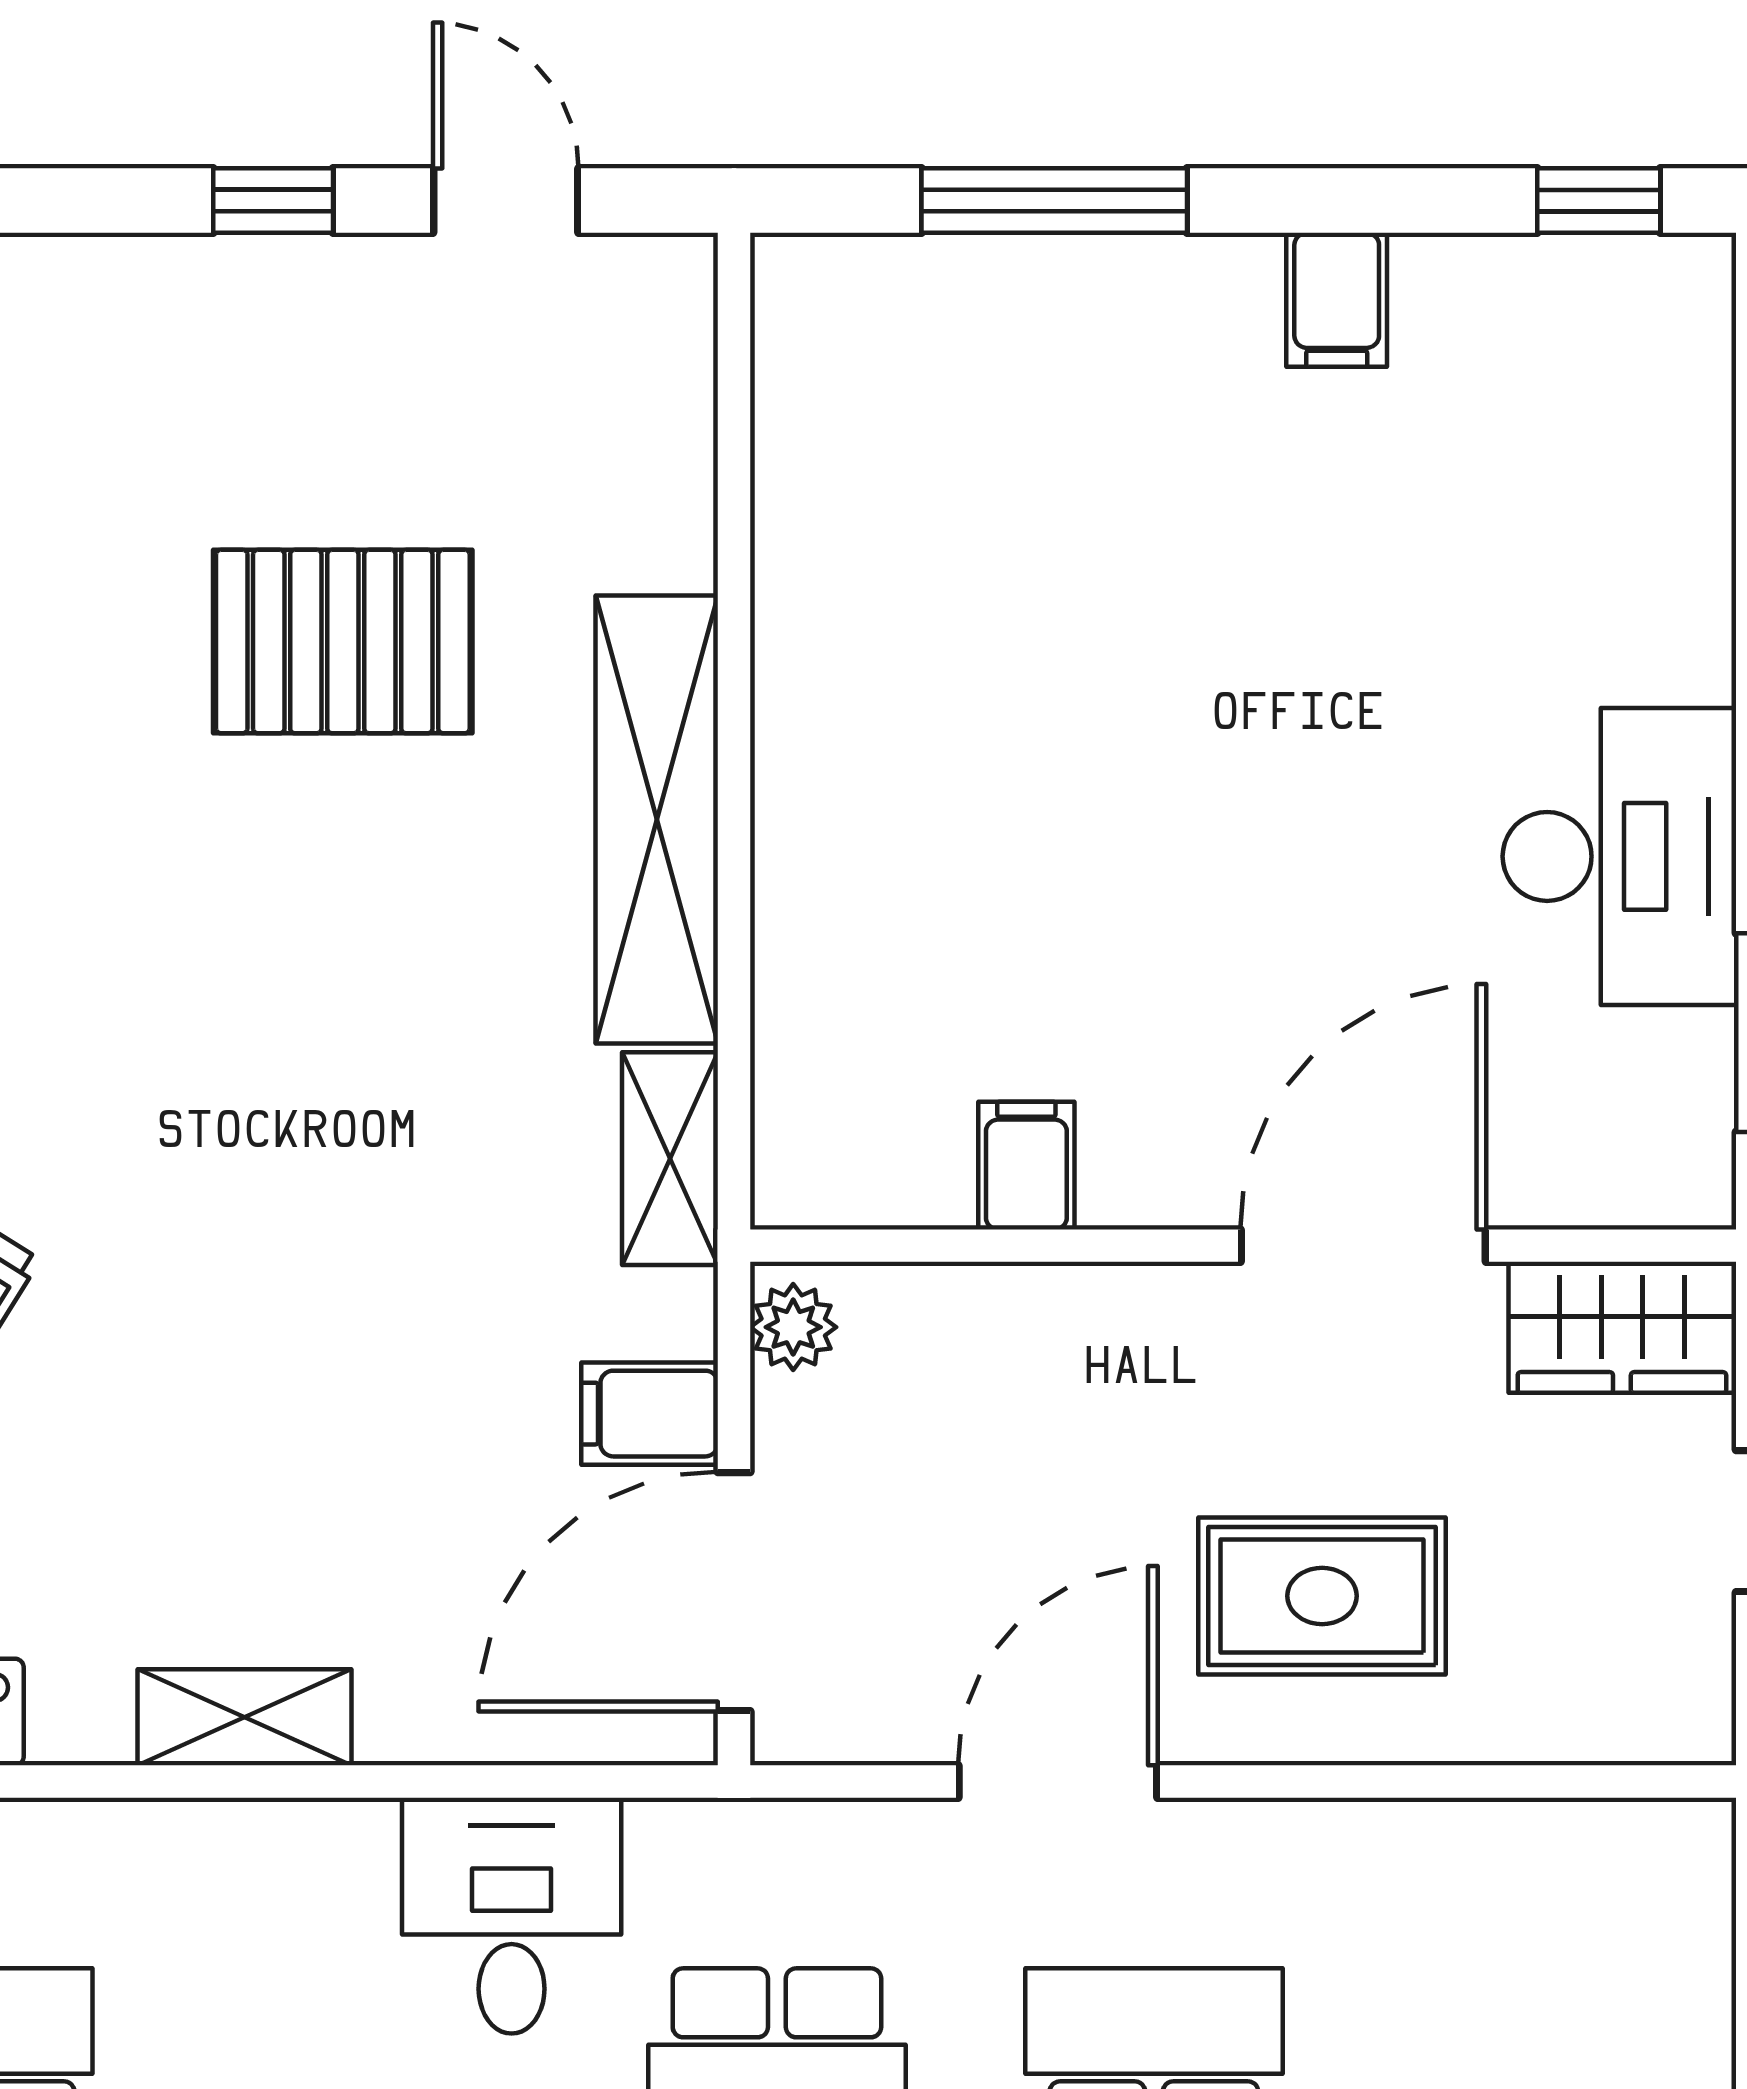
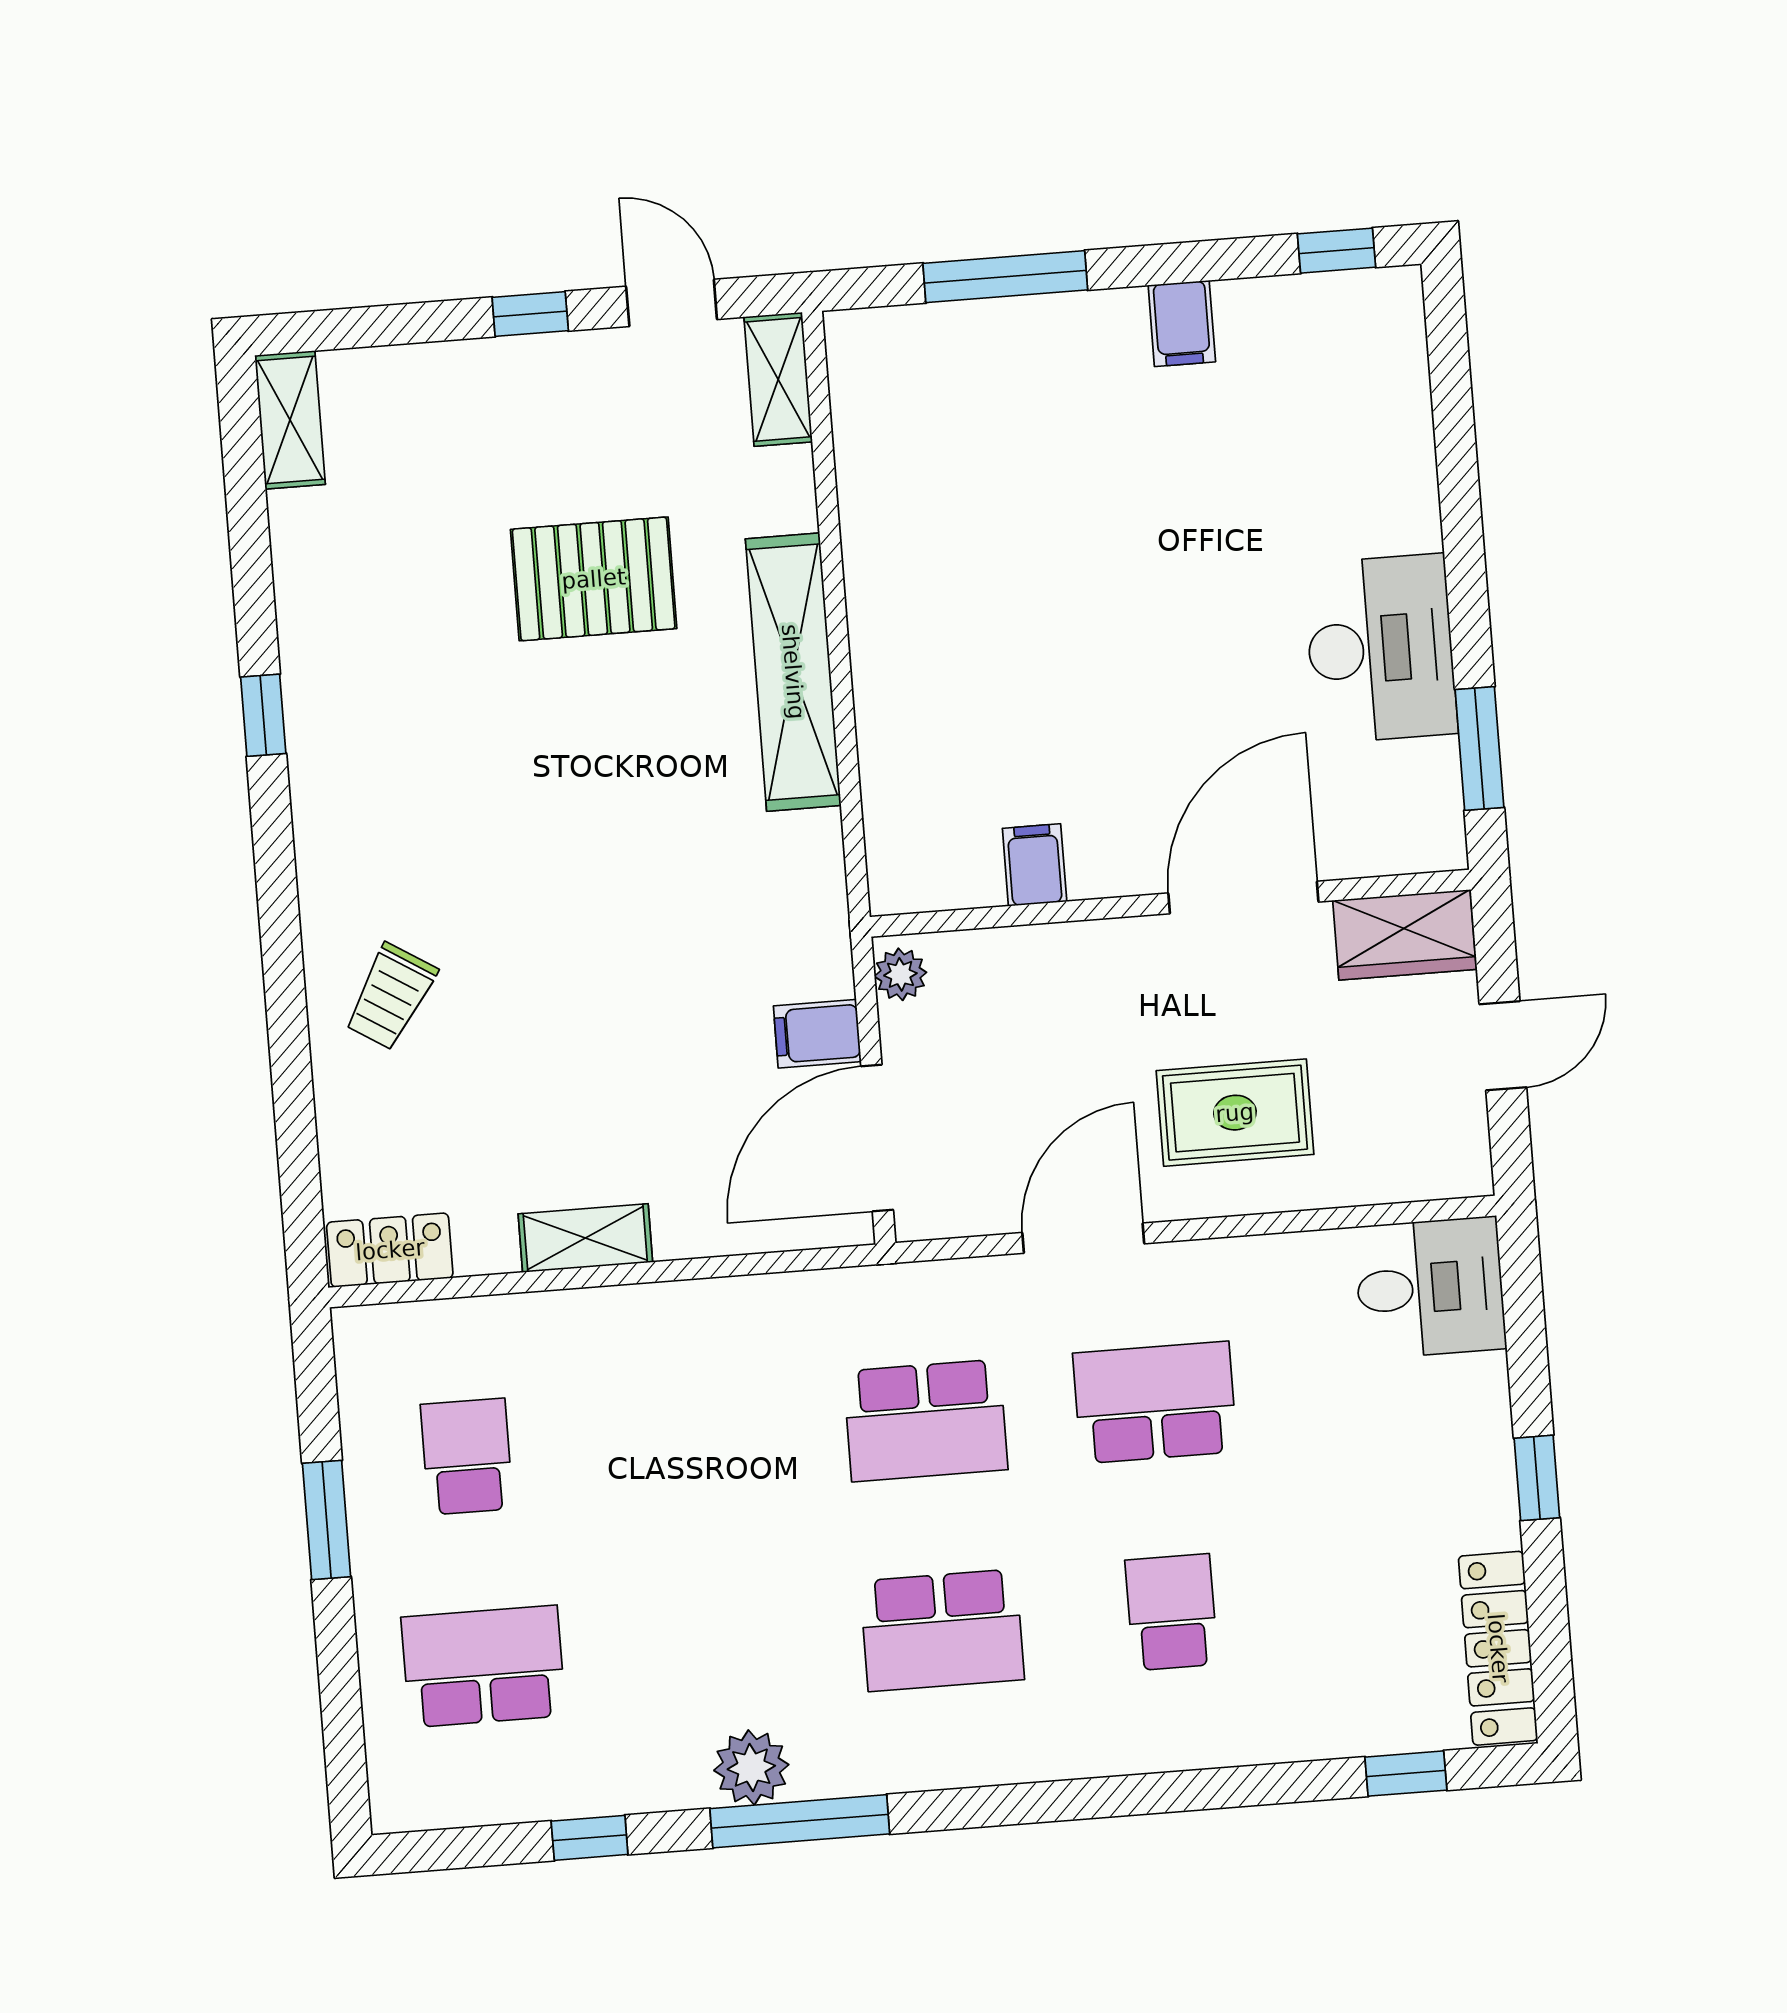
shelving: (670, 1159) -> (778, 379), moved
desk: (512, 1916) -> (1430, 1288), moved, turned 90

